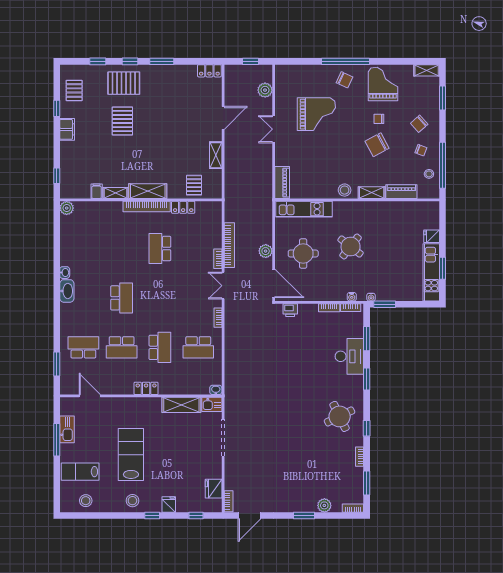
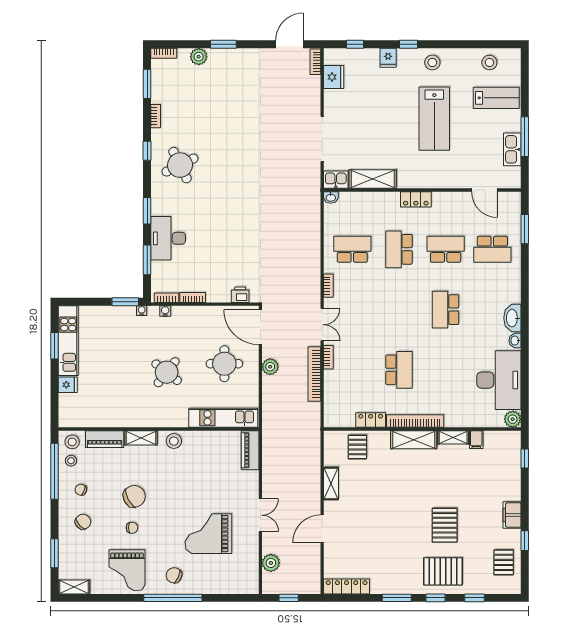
locker: (209, 71) -> (347, 586), width x1.53
stool: (428, 189) -> (72, 442), added
desk: (78, 240) -> (499, 380), added

